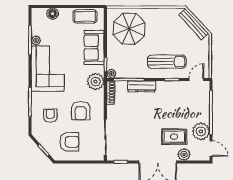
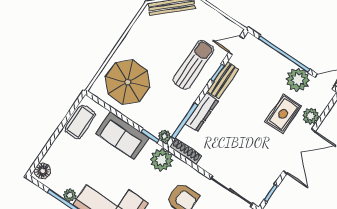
floor lamp: (53, 14) -> (43, 171), moved
door: (196, 80) -> (236, 45), hinge flipped
bench: (170, 86) -> (223, 80), added

